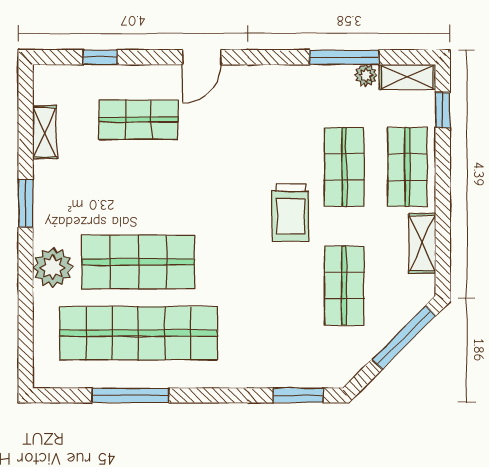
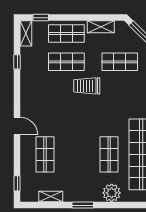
window: (100, 57) -> (17, 183), moved
window: (344, 57) -> (17, 62), width x0.46
plant: (366, 75) -> (25, 52), removed
trolley: (291, 212) -> (87, 86), turned 180
shop shelf: (138, 262) -> (109, 154), width x0.70, depth x0.74

